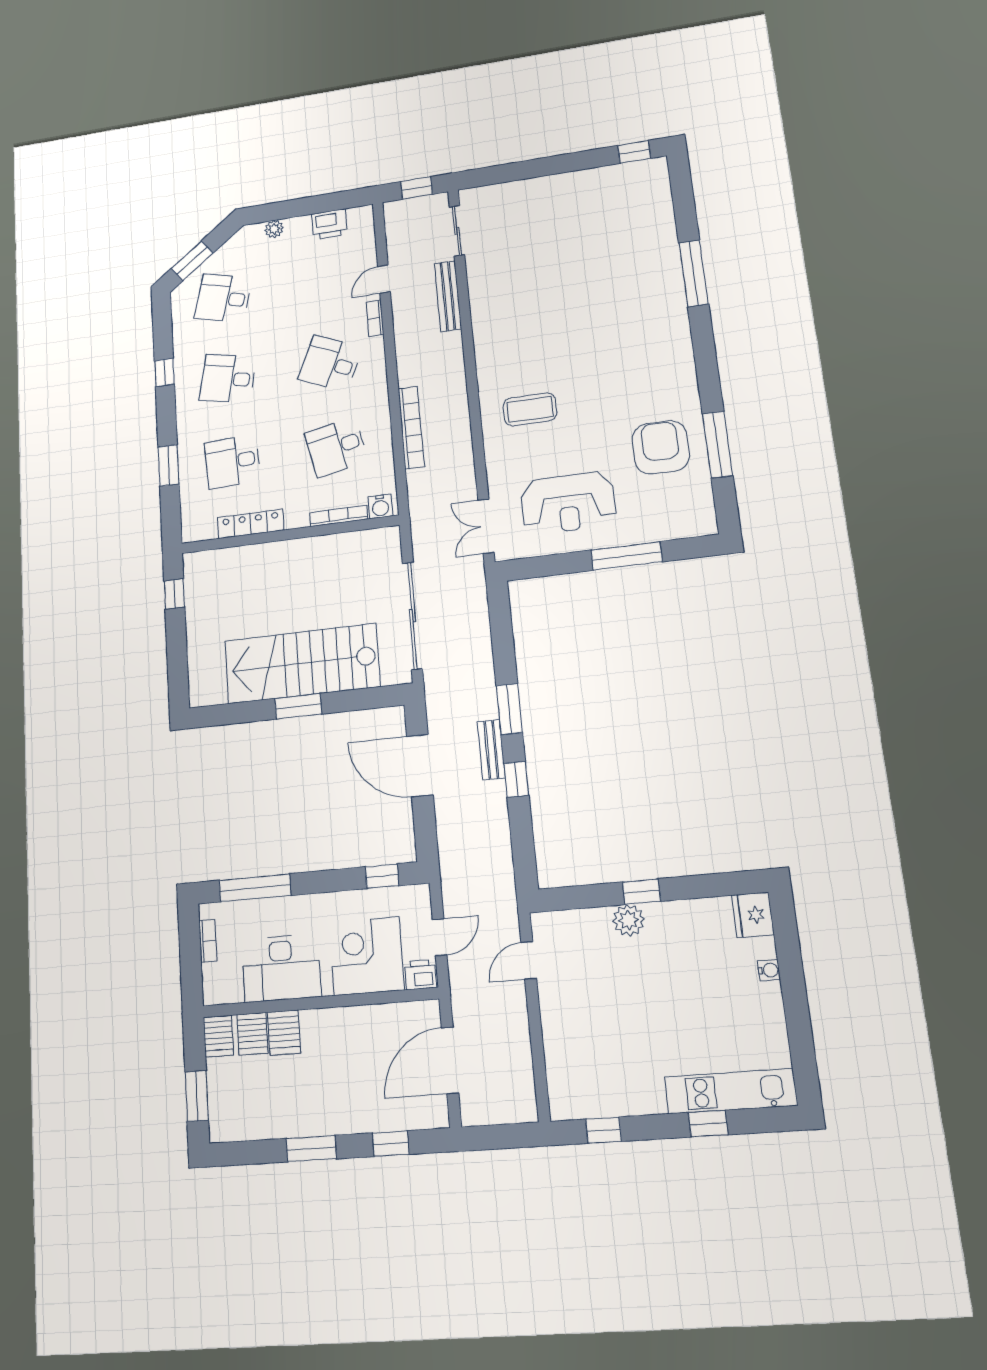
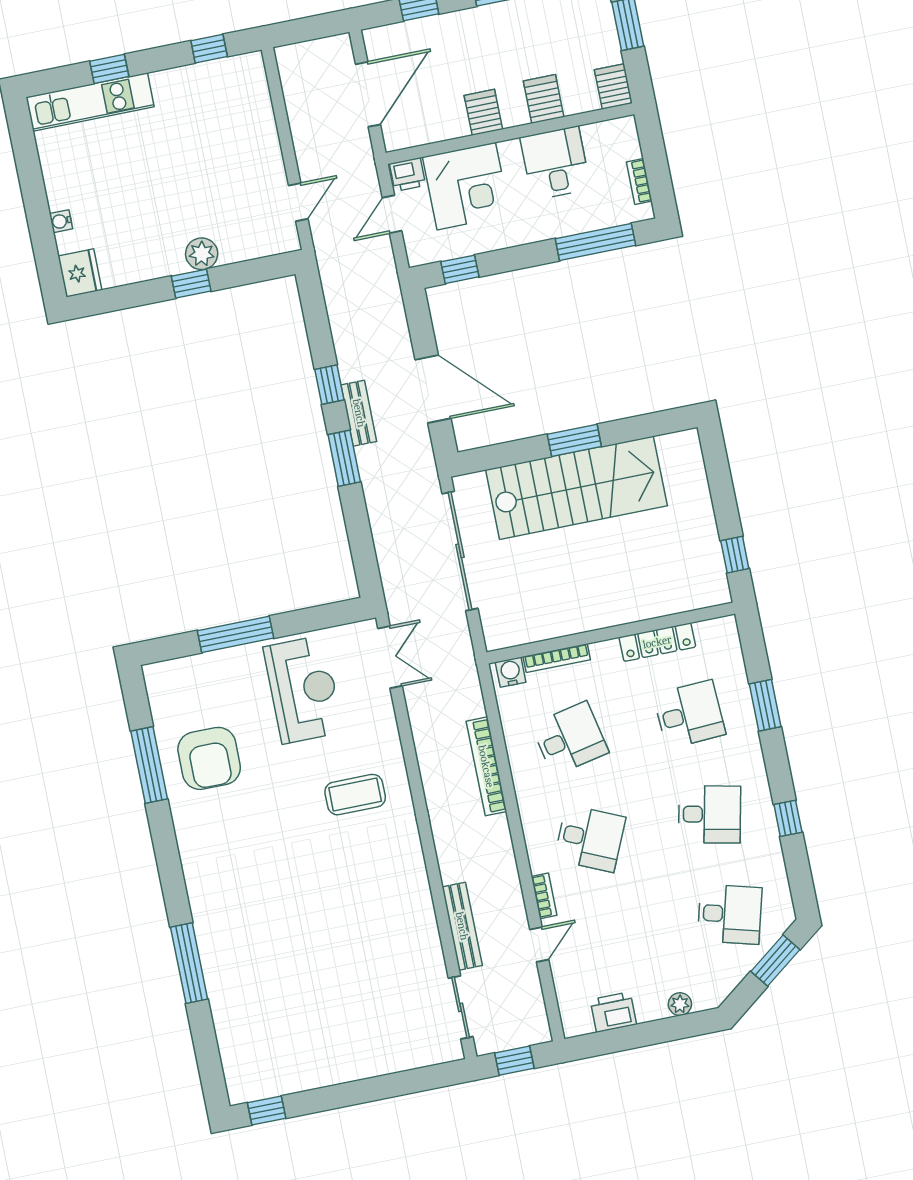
reception desk: (568, 503) -> (303, 689), turned 90
desk: (281, 968) -> (555, 163), width x0.73
server rack: (252, 1034) -> (483, 112), moved

